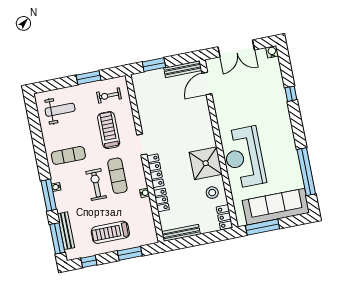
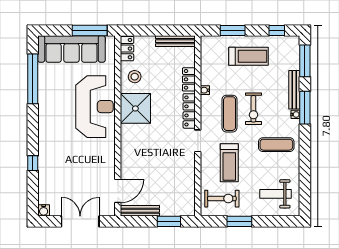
exercise bike: (109, 96) -> (222, 199), width x1.38, depth x1.39
bench: (66, 231) -> (294, 90), moved

